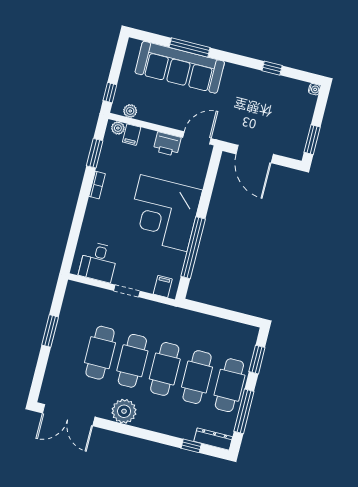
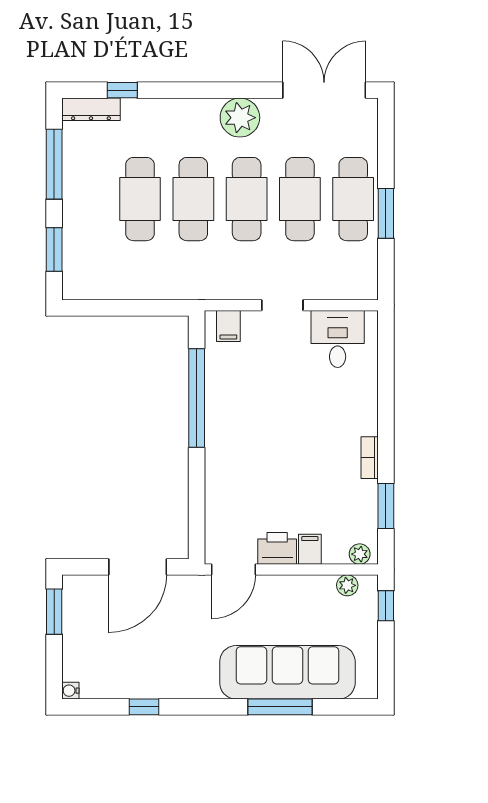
filing cabinet: (132, 135) -> (310, 549), moved
door: (255, 154) -> (138, 567), swing flipped
corner desk: (164, 213) -> (255, 440), removed
cafe table: (229, 385) -> (353, 199), moved

